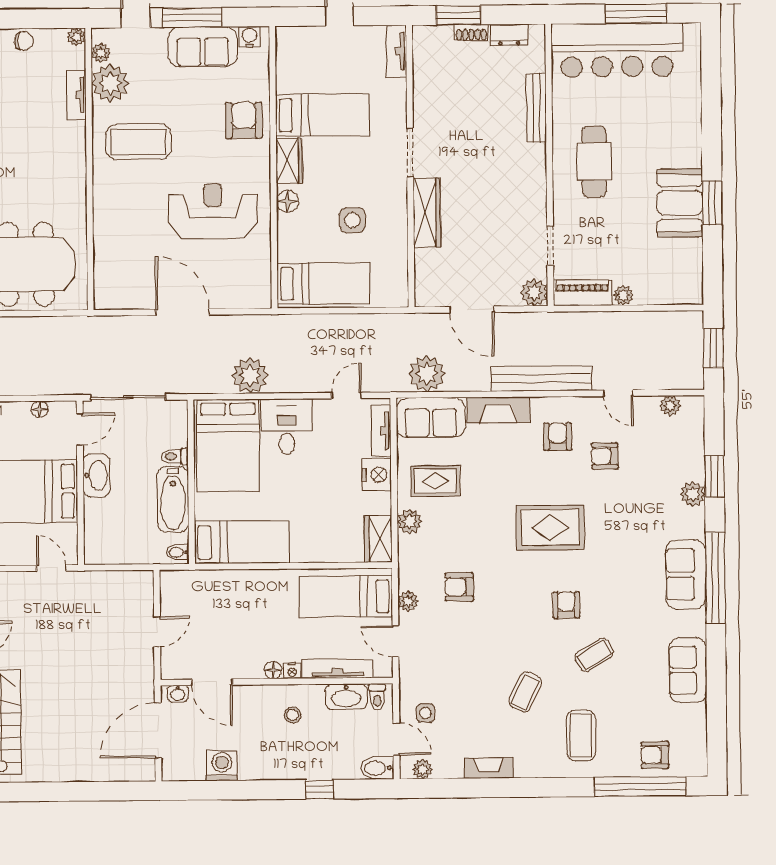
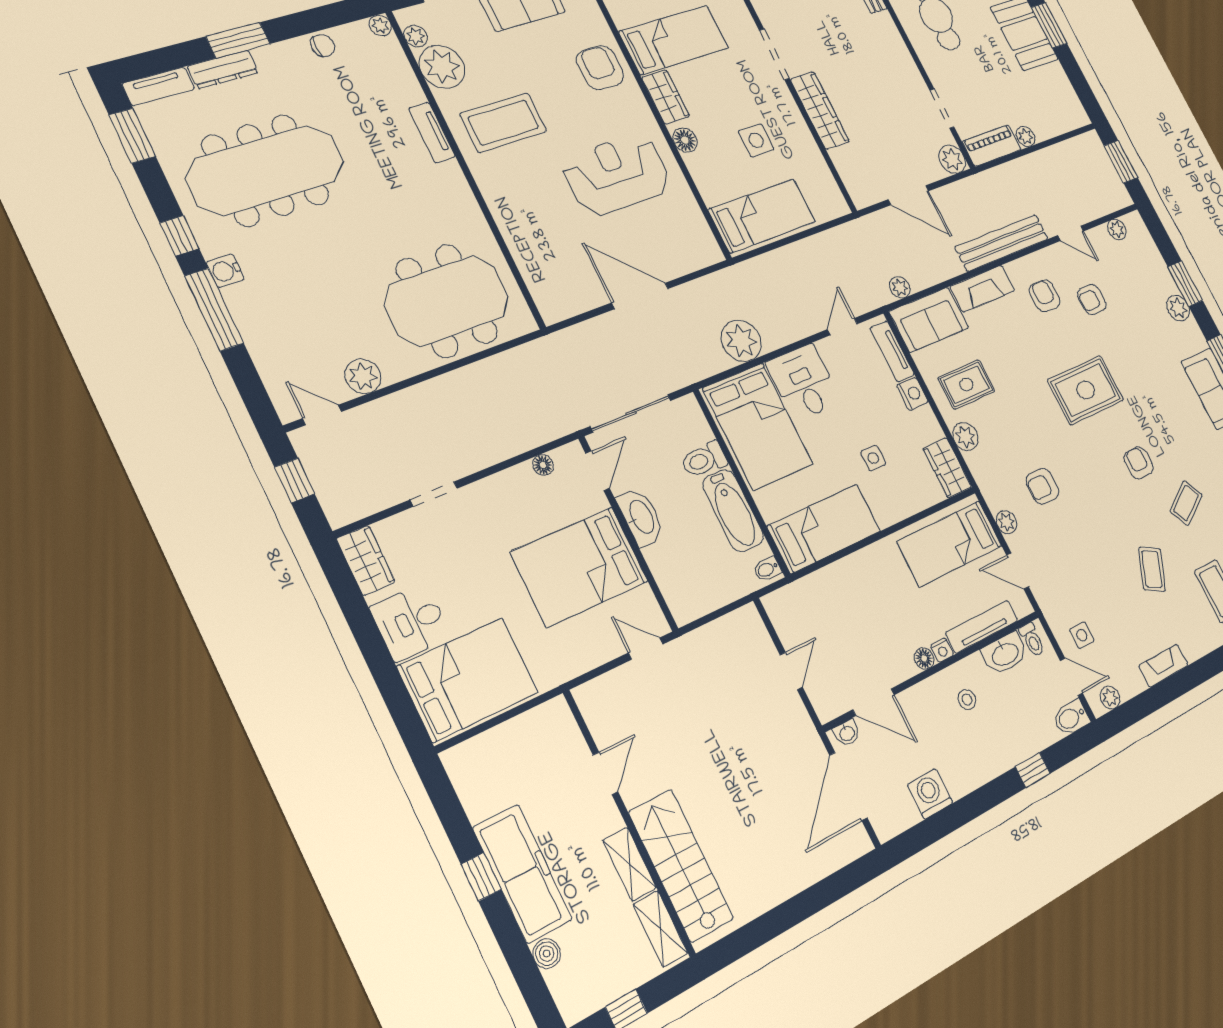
tv unit: (76, 95) -> (432, 133), moved
plant: (427, 374) -> (900, 287), width x0.53, depth x0.53
toilet: (175, 456) -> (704, 460), width x1.37, depth x1.39
nightstand: (377, 475) -> (912, 394), width x0.74, depth x0.75
side table: (315, 506) -> (873, 458), added

